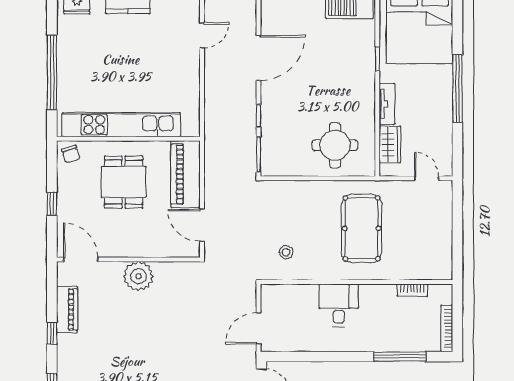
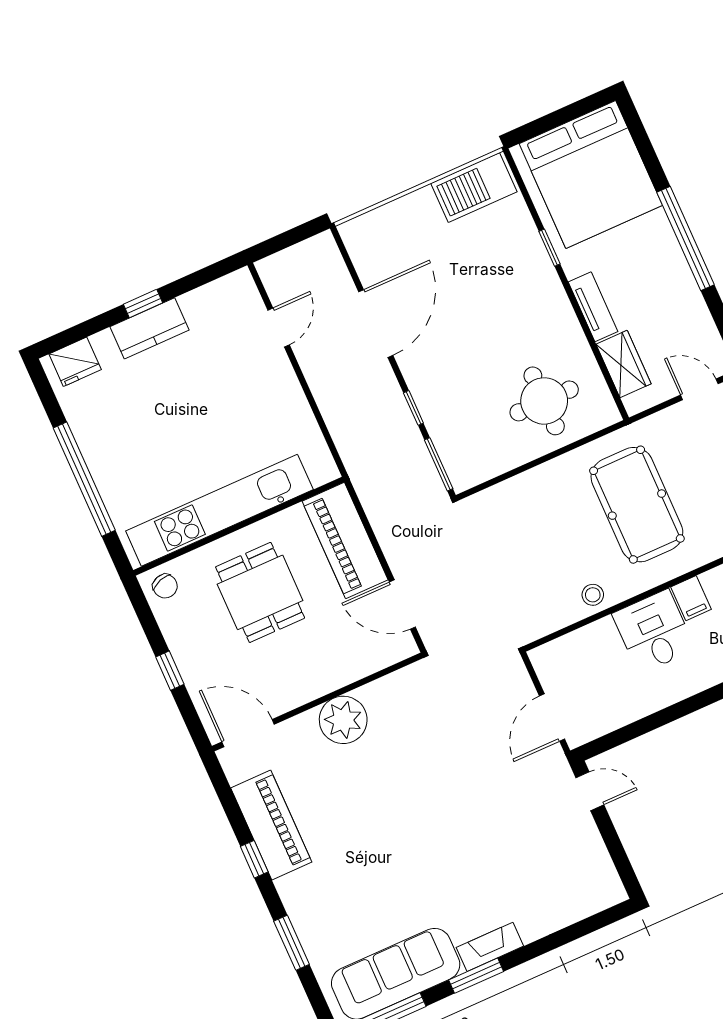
stool: (286, 252) -> (593, 595), moved
filing cabinet: (369, 296) -> (691, 598), added
piano: (67, 309) -> (271, 825), width x1.37, depth x1.33

